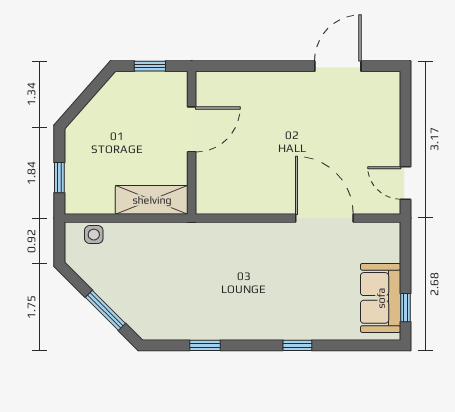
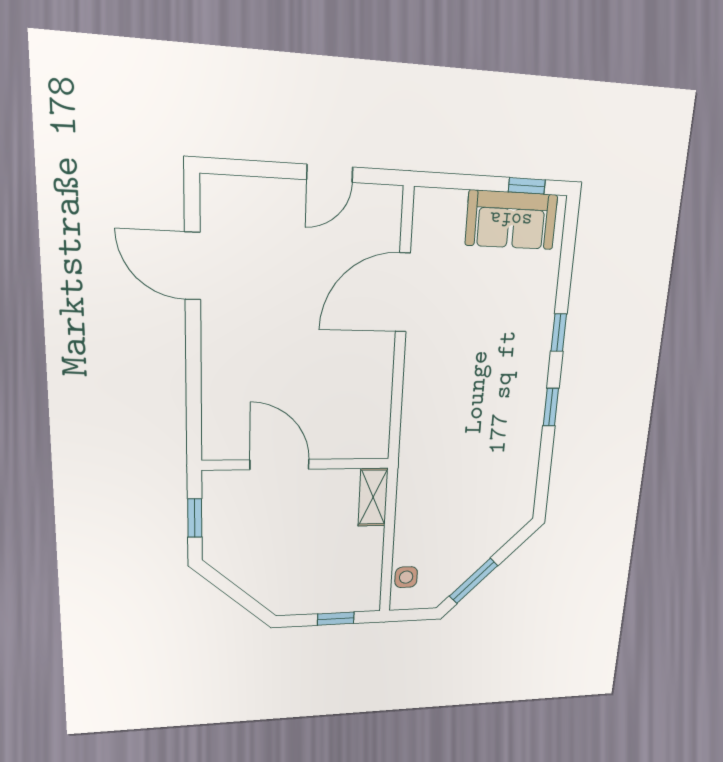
door: (405, 183) -> (330, 173), moved
shelving: (152, 200) -> (373, 497), width x0.67, depth x0.75
window: (105, 310) -> (473, 581), moved
window: (205, 345) -> (551, 407), moved

